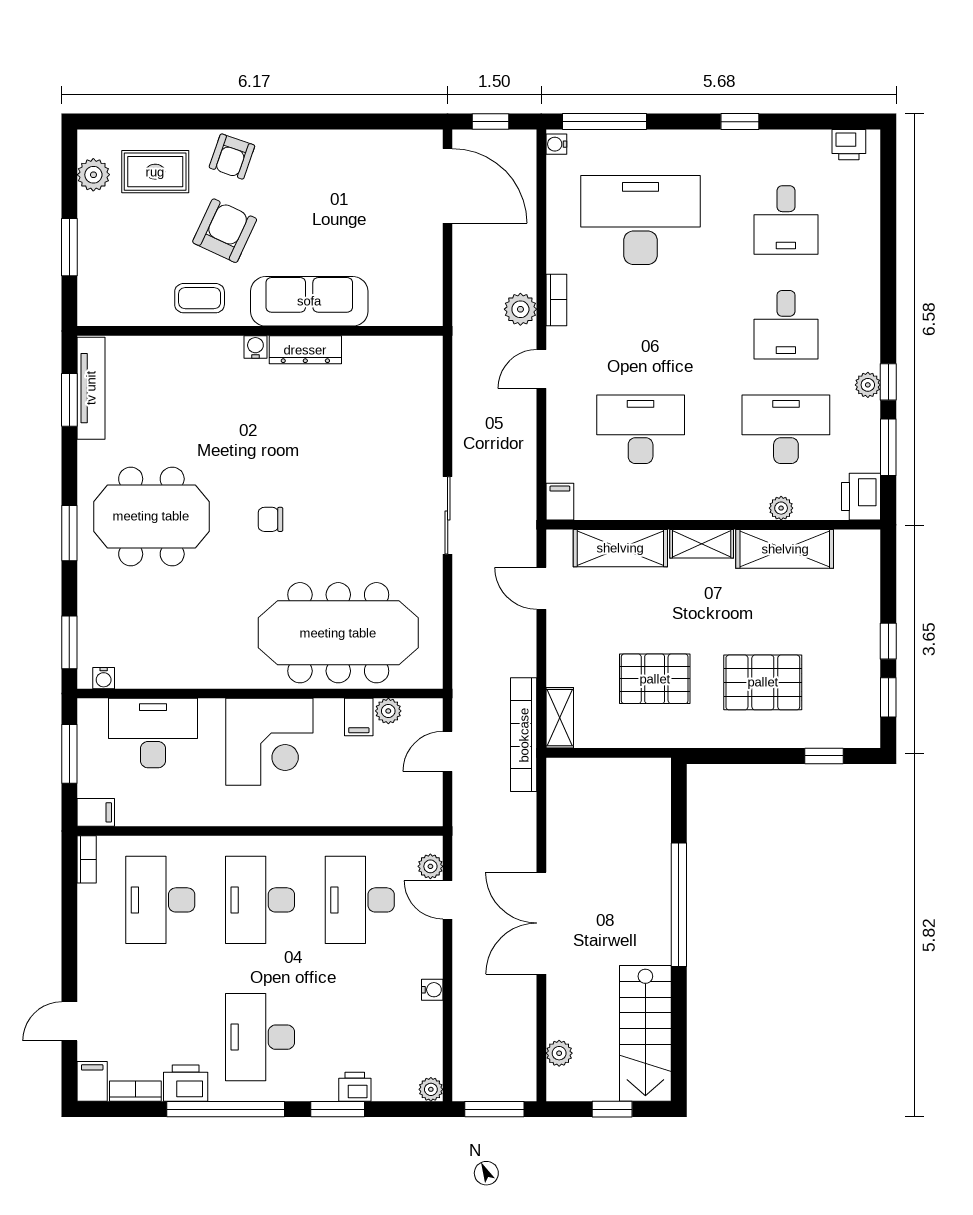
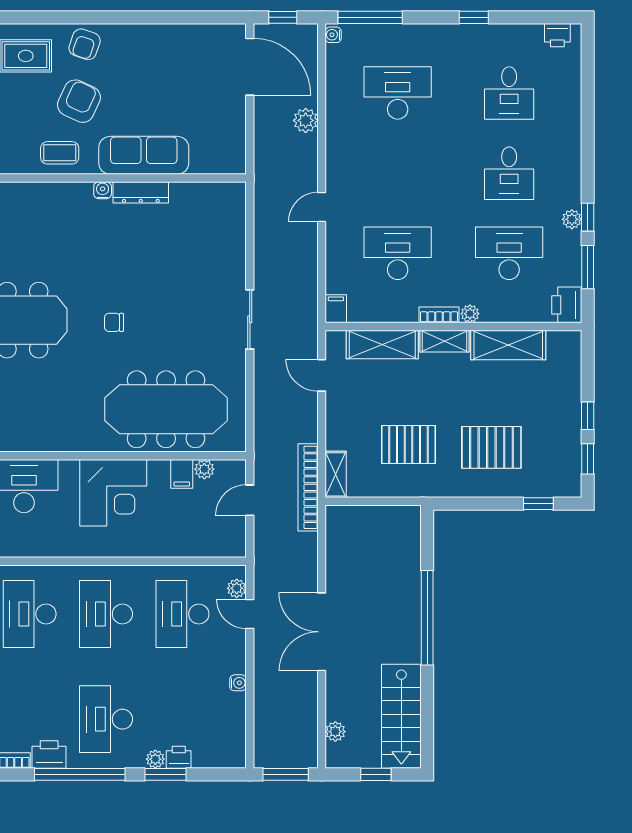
desk: (641, 220) -> (398, 93), width x0.73, depth x0.77
bookcase: (556, 300) -> (439, 315), moved, turned -90
plant: (520, 309) -> (306, 120), moved
plant: (781, 508) -> (470, 314), moved
plant: (431, 1089) -> (155, 759), moved

